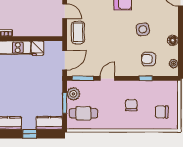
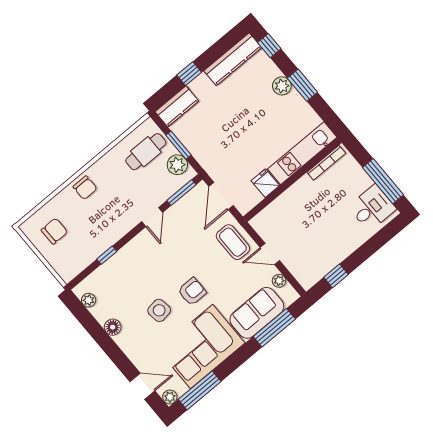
armchair: (149, 59) -> (192, 292), moved
chair: (131, 105) -> (85, 188), moved

